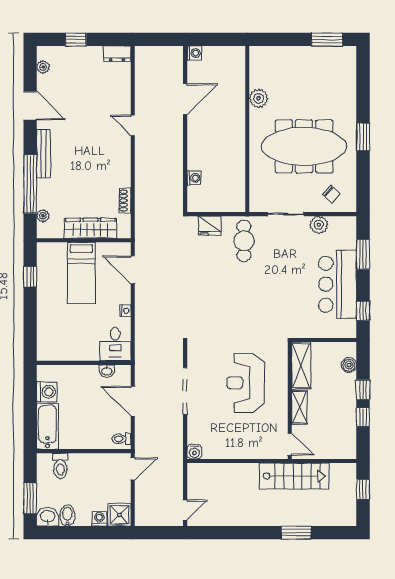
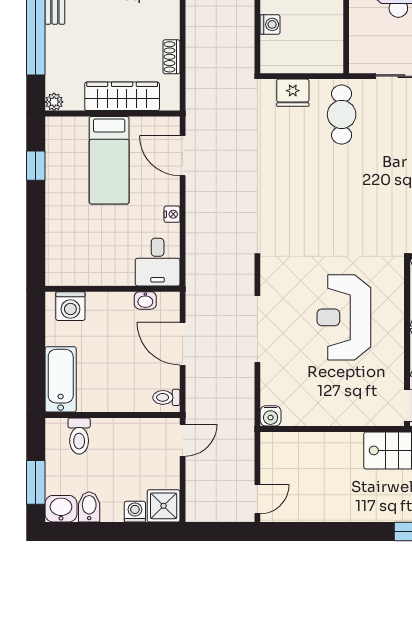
plant: (43, 216) -> (54, 102), moved
washing machine: (47, 392) -> (70, 306), moved, turned 90

